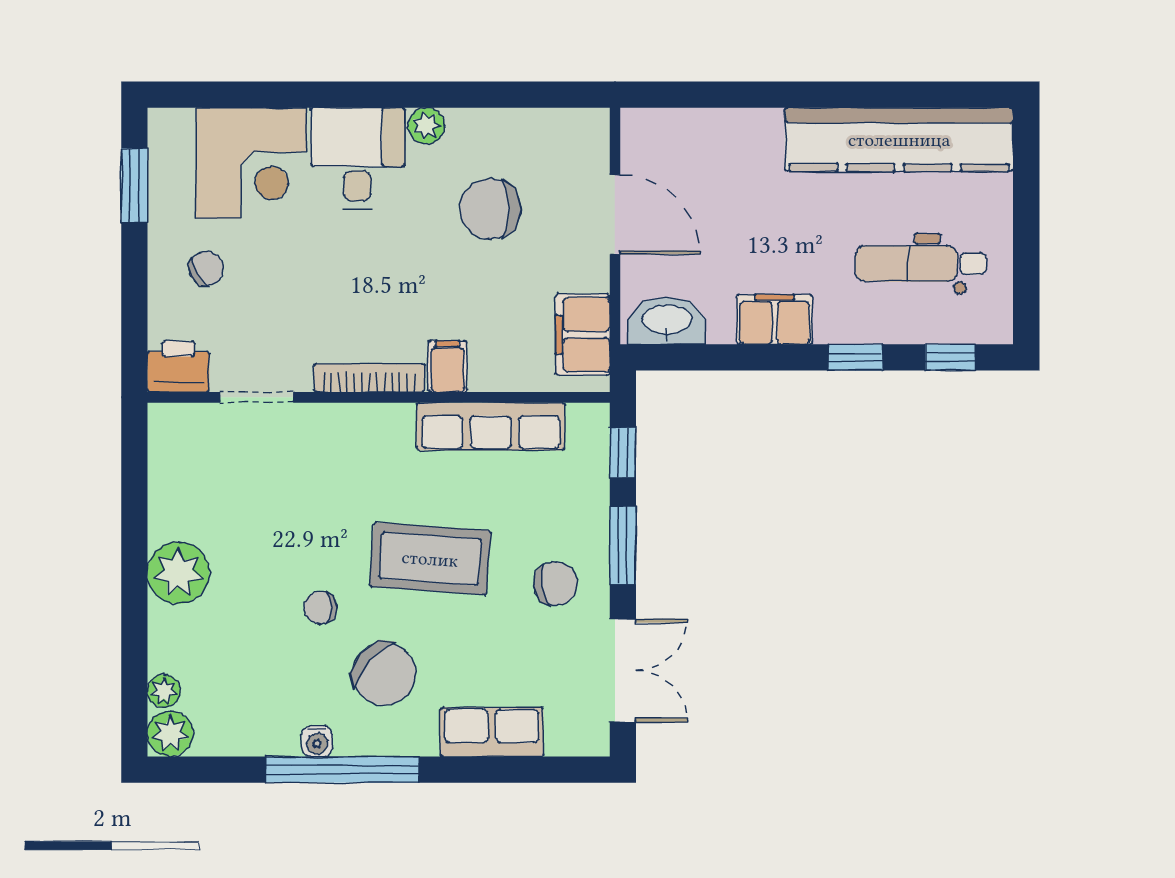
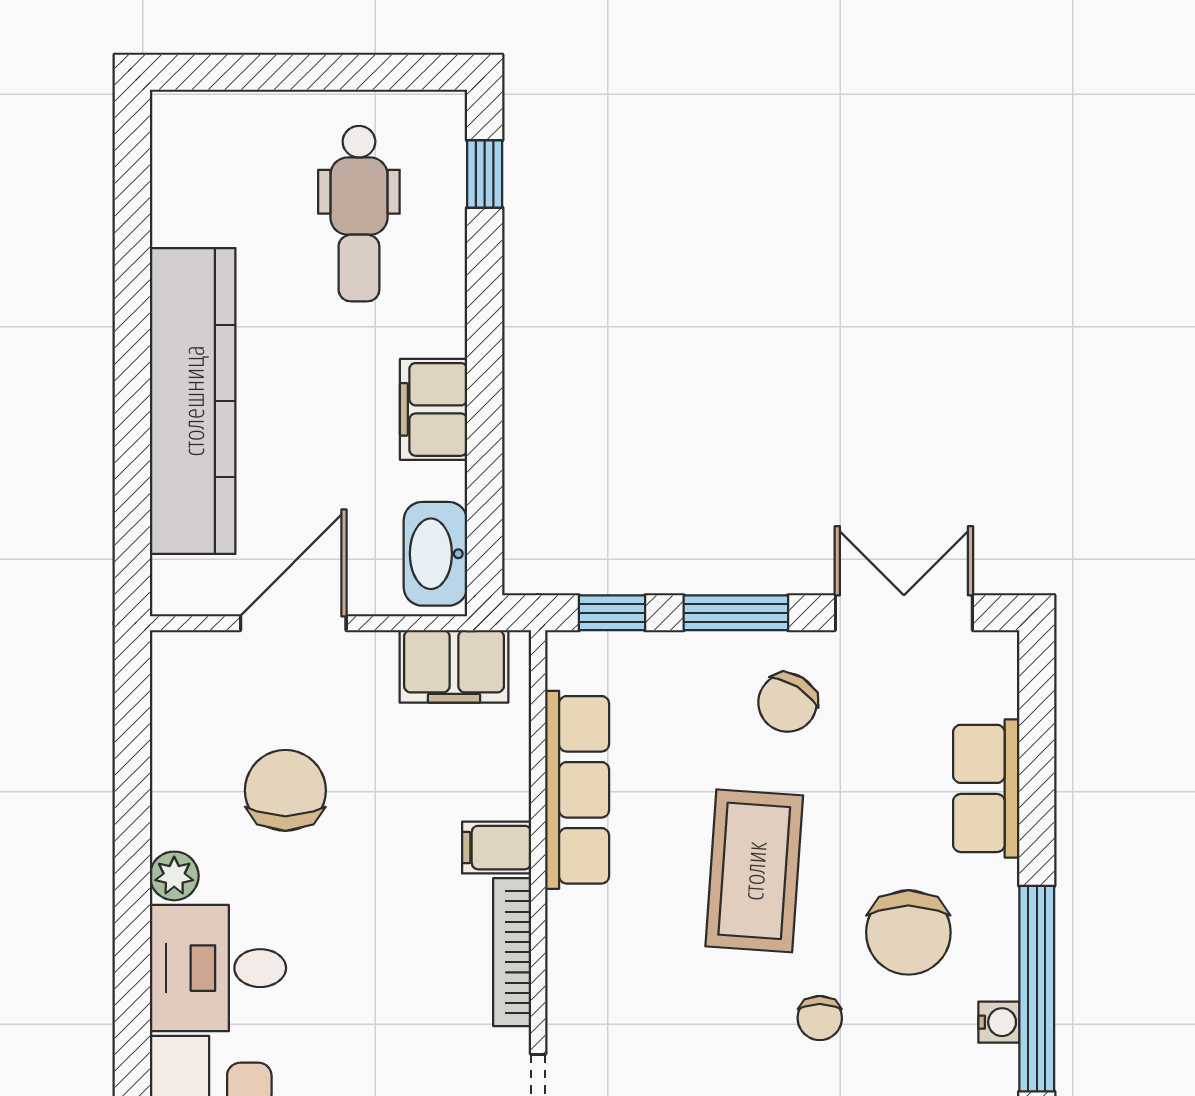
kitchen counter: (899, 140) -> (193, 401), moved
chair: (490, 209) -> (285, 790), turned 180
window: (855, 357) -> (485, 301), removed
chair: (556, 584) -> (788, 703), turned -139
chair: (384, 674) -> (908, 932), turned 139

